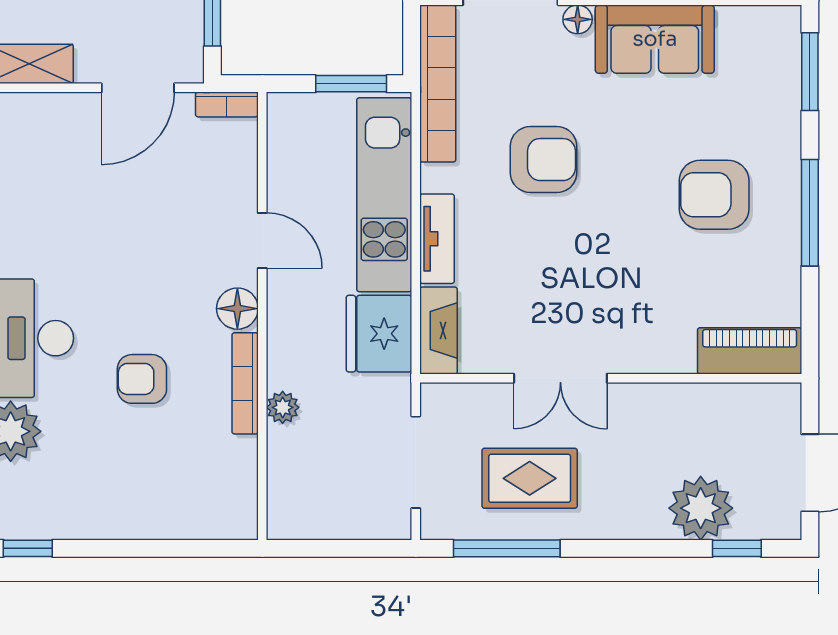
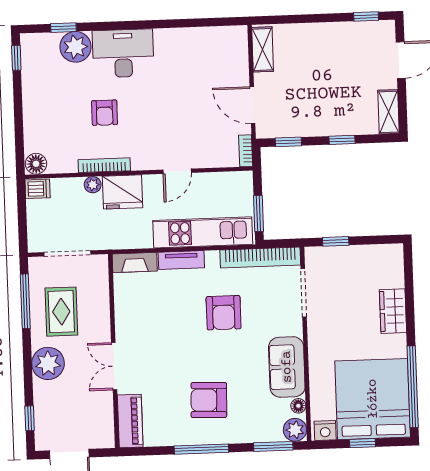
floor lamp: (578, 19) -> (298, 406), moved
plant: (779, 28) -> (295, 430), added
armchair: (714, 195) -> (209, 400), turned -88
floor lamp: (237, 309) -> (36, 164), moved
fridge: (379, 334) -> (123, 192), moved, turned 180
double door: (560, 378) -> (114, 366), moved
armchair: (142, 379) -> (105, 113), turned 180
plant: (701, 508) -> (48, 363), moved
dishwasher: (287, 516) -> (38, 189), added

